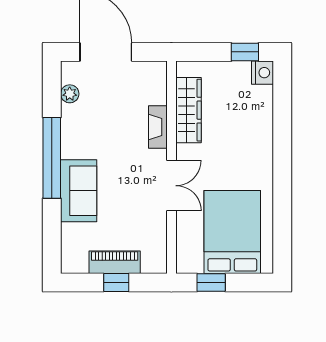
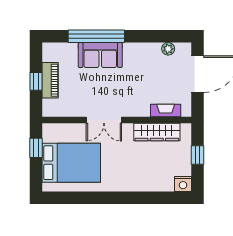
window: (245, 52) -> (198, 155), moved
fireplace: (158, 127) -> (166, 111), moved
window: (52, 158) -> (96, 36), moved

